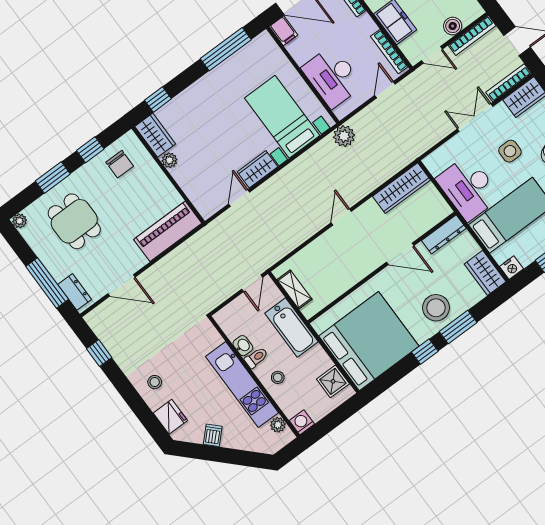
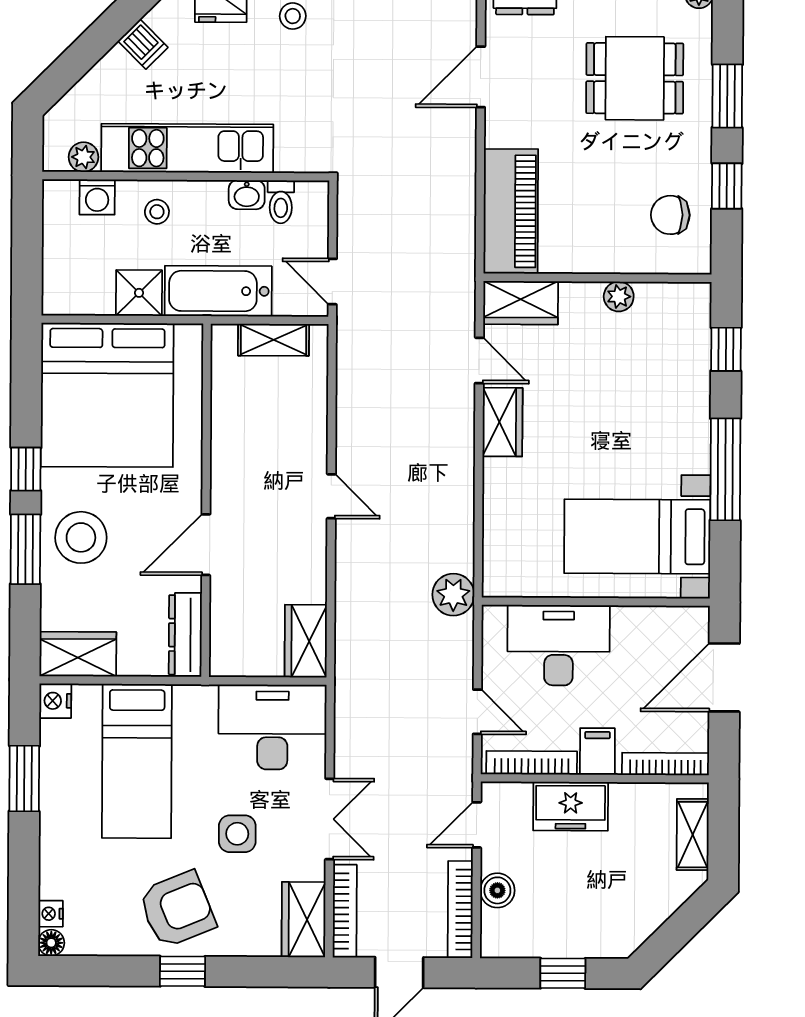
filing cabinet: (283, 31) -> (597, 751), moved, turned 90
window: (226, 49) -> (725, 469), moved
bed with nightstands: (282, 117) -> (637, 537), moved, turned 180
wardrobe: (155, 135) -> (521, 303), moved
wardrobe: (402, 188) -> (306, 641), width x0.67
desk: (468, 188) -> (272, 727), moved
toilet: (256, 358) -> (281, 202), moved
shower: (333, 381) -> (139, 293), moved
washing machine: (302, 422) -> (97, 197), moved, turned 90

